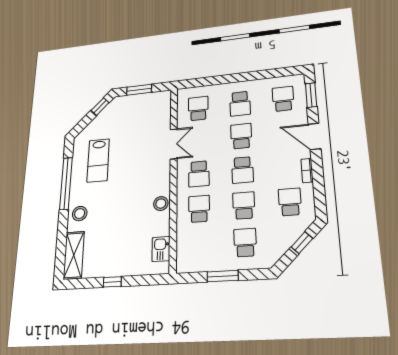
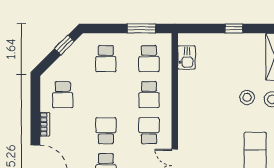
stool: (161, 204) -> (247, 97), moved
school desk: (244, 205) -> (149, 59), moved
window: (302, 243) -> (64, 45), moved
window: (223, 276) -> (141, 28), moved

